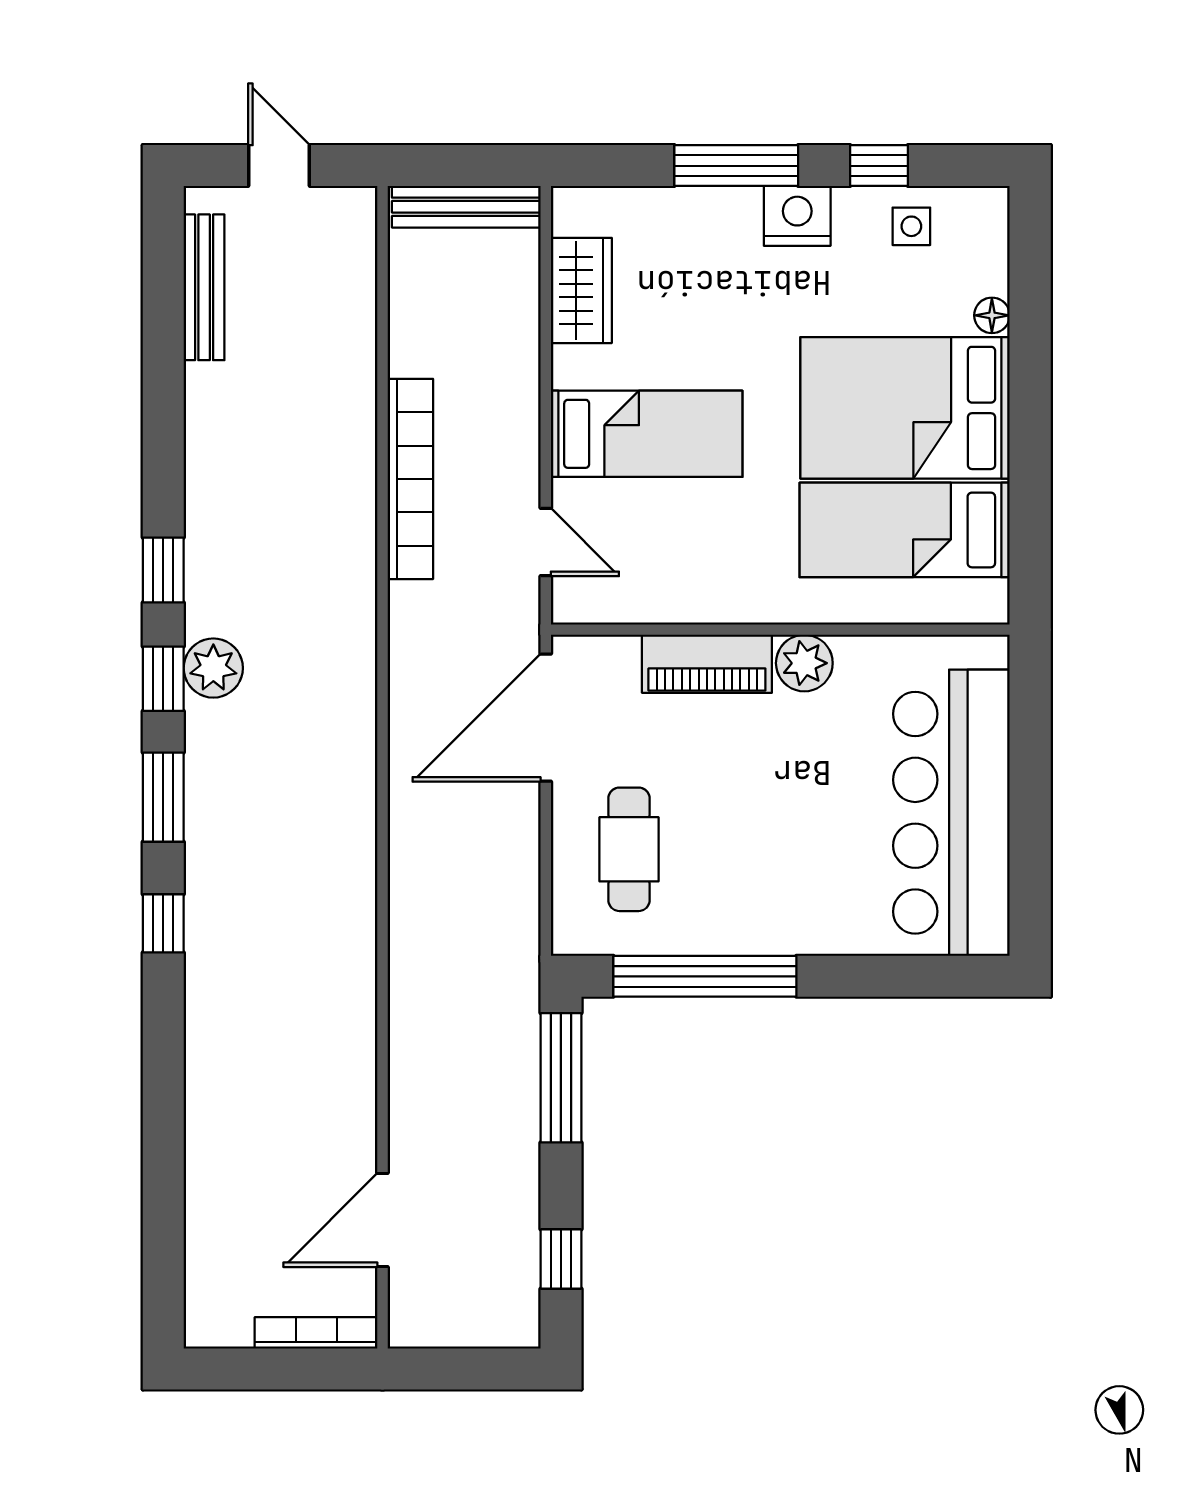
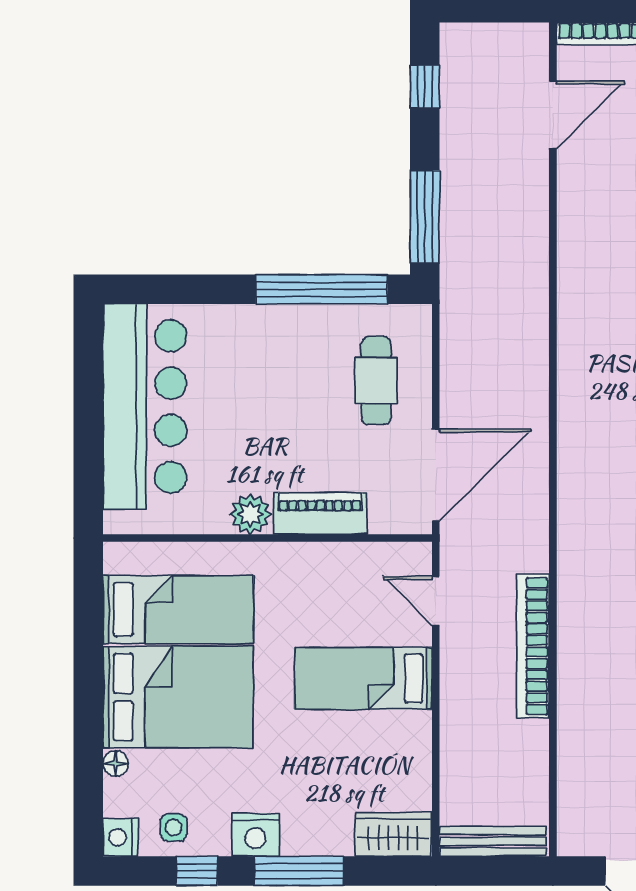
nightstand: (985, 212) -> (120, 837), added
wardrobe: (581, 290) -> (393, 834), moved, turned 90

